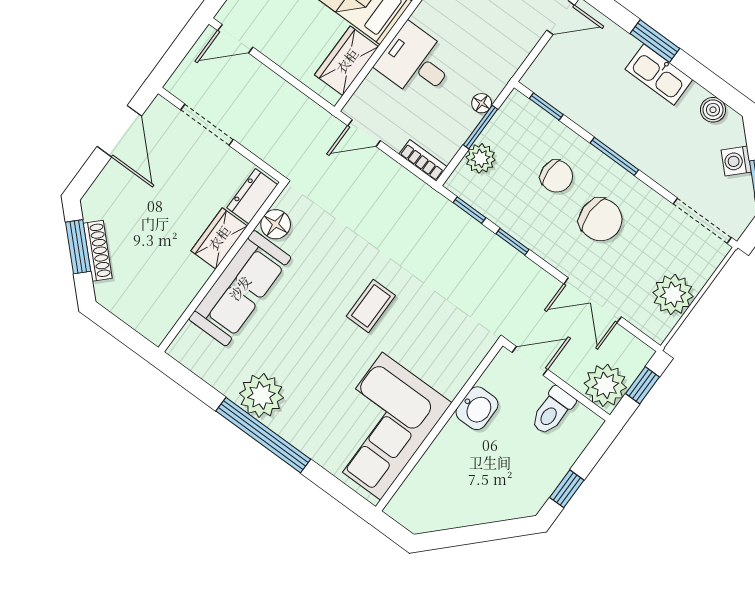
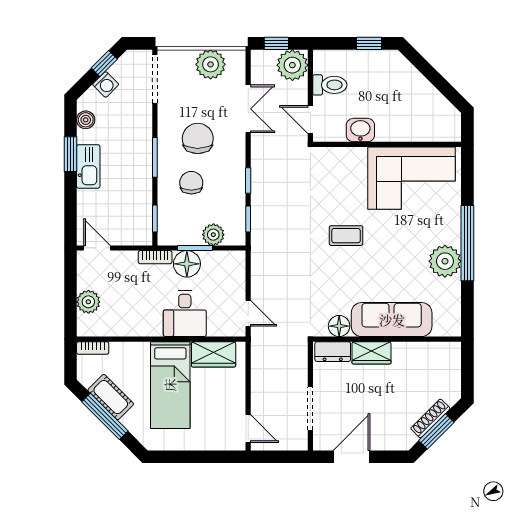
window: (655, 41) -> (70, 154), moved
floor lamp: (482, 103) -> (187, 264), width x1.89, depth x1.89
bookcase: (423, 160) -> (155, 257), moved, turned -90

